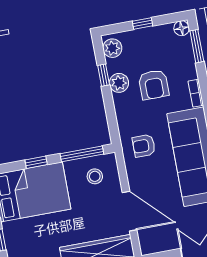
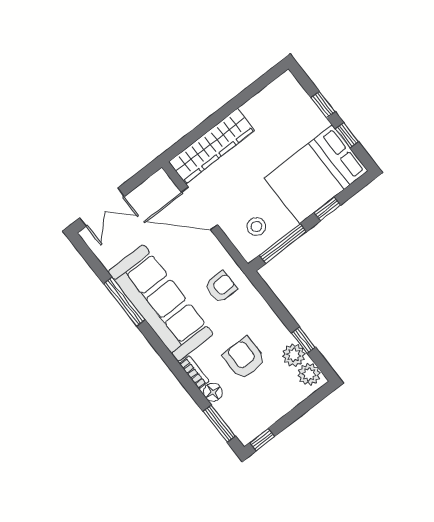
window: (143, 24) -> (262, 440), moved
floor lamp: (182, 28) -> (213, 392), moved
plant: (119, 83) -> (294, 355), moved

